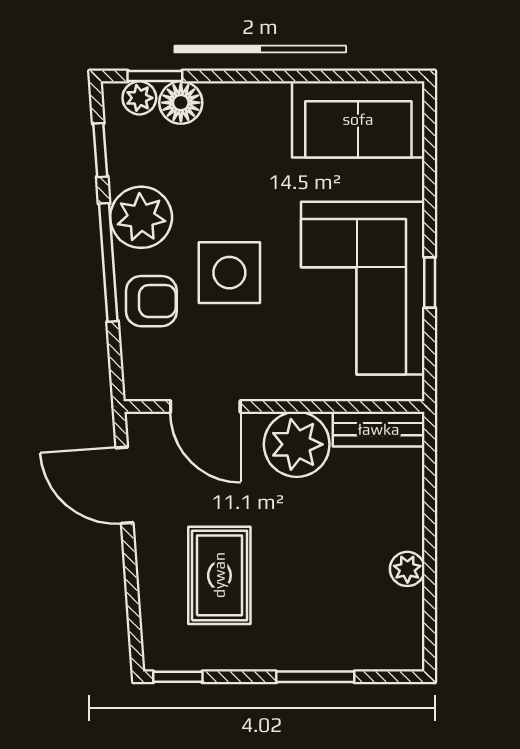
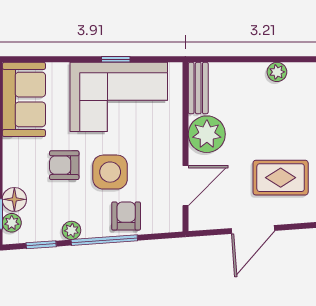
armchair: (242, 191) -> (64, 165), added
plant: (141, 217) -> (71, 230), width x0.53, depth x0.53
door: (124, 485) -> (253, 229), moved

